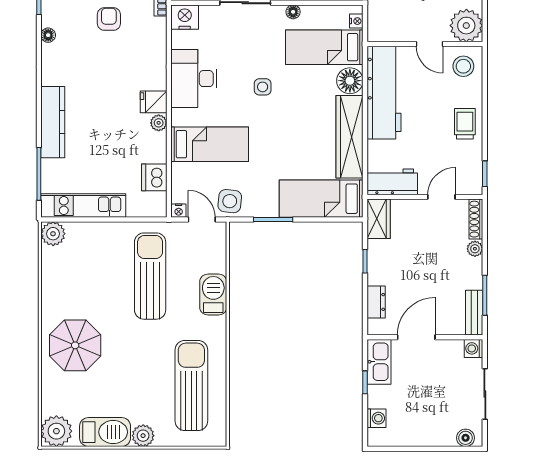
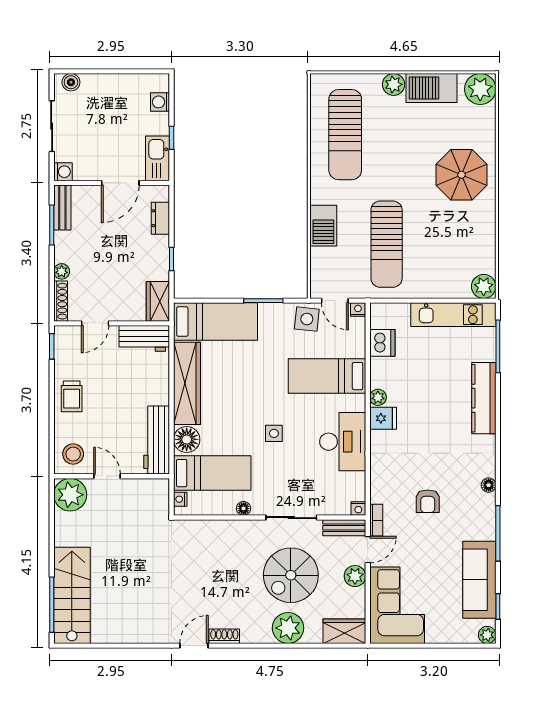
nightstand: (185, 17) -> (358, 509), width x0.53, depth x0.56
workbench: (384, 93) -> (157, 440), width x0.73, depth x0.76

